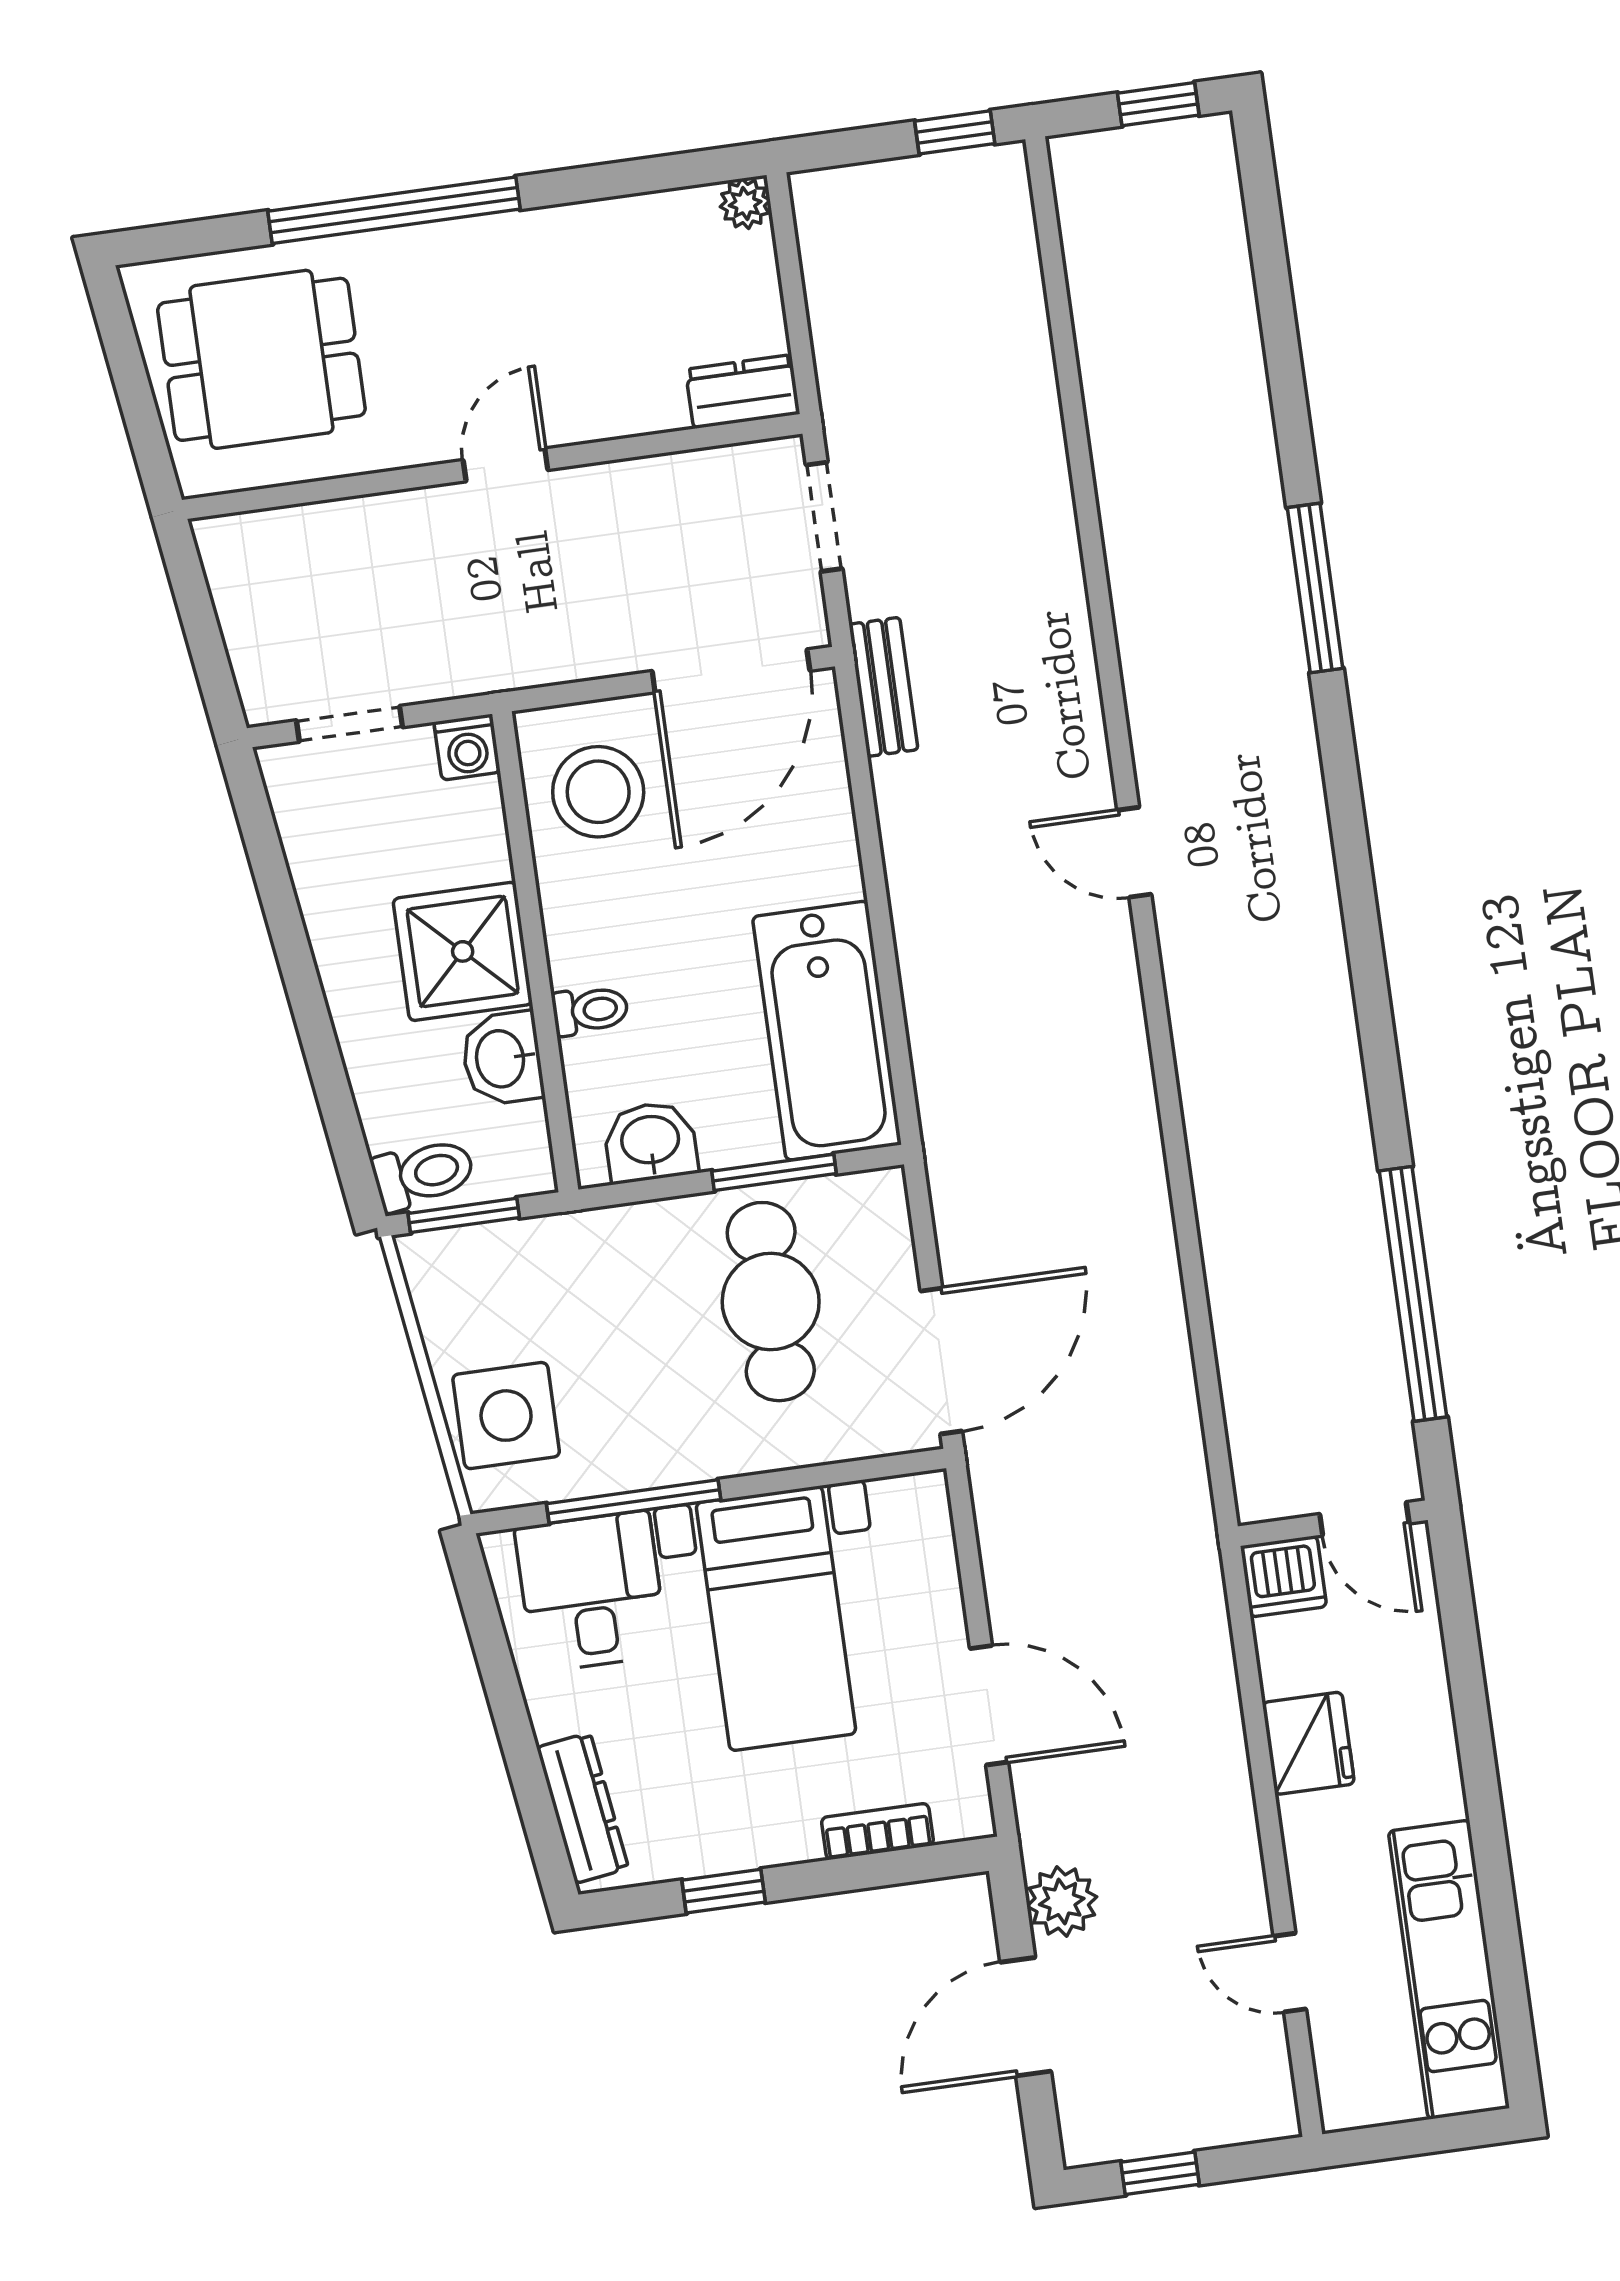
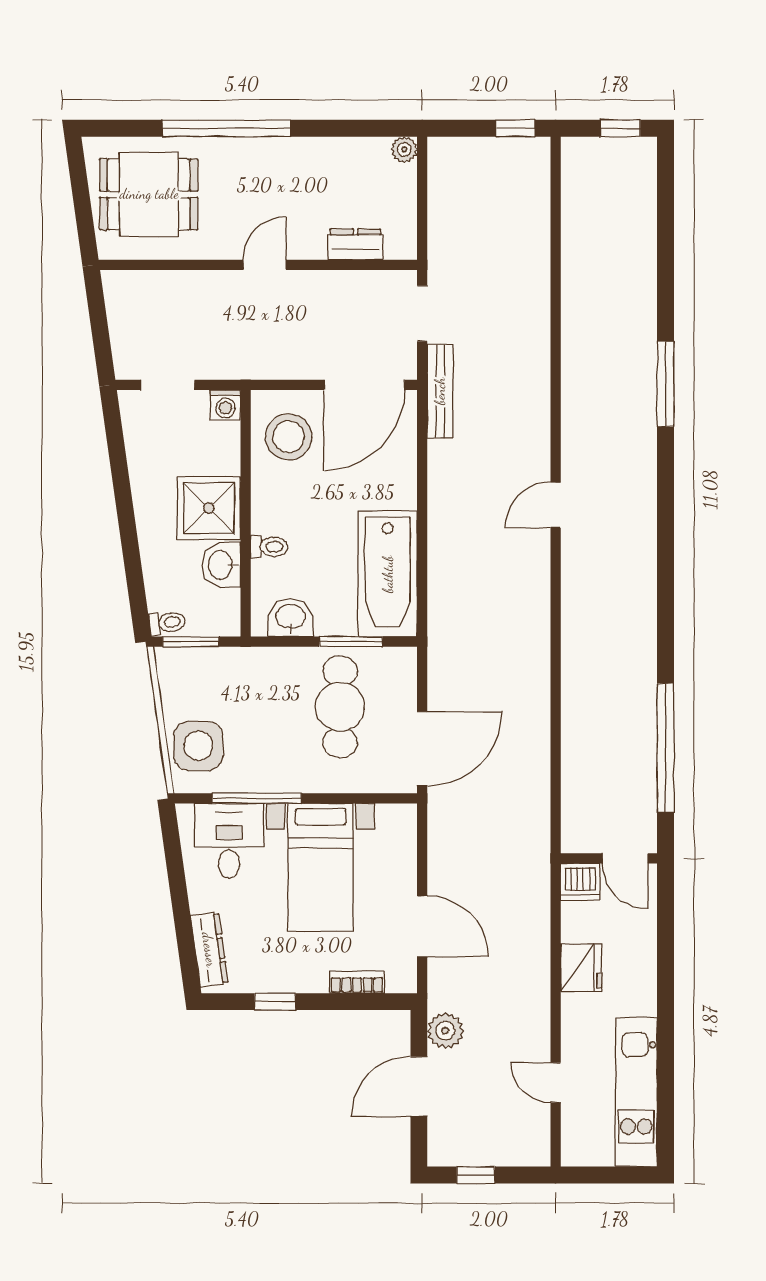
dresser: (743, 392) -> (355, 244), moved
bench: (883, 687) -> (440, 391), width x1.36
door: (1134, 852) -> (556, 505), hinge flipped
toilet: (424, 1174) -> (167, 623), width x0.73, depth x0.72

